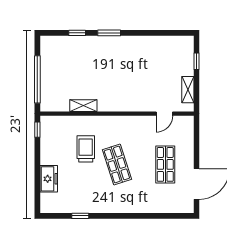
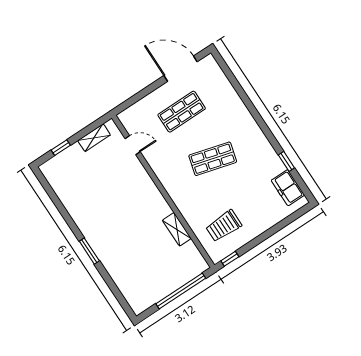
window: (77, 33) -> (110, 282), removed
trolley: (86, 149) -> (224, 226), moved
shop shelf: (117, 164) -> (213, 159), turned 33
freezer: (49, 179) -> (288, 188), moved, turned -90

